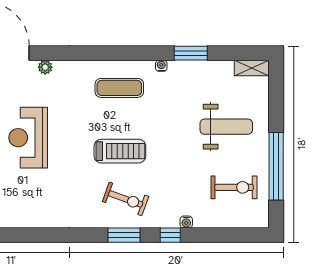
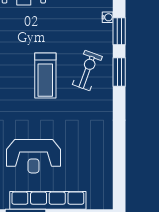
treadmill: (120, 151) -> (45, 76), turned 180
window: (170, 235) -> (119, 31), width x1.50

